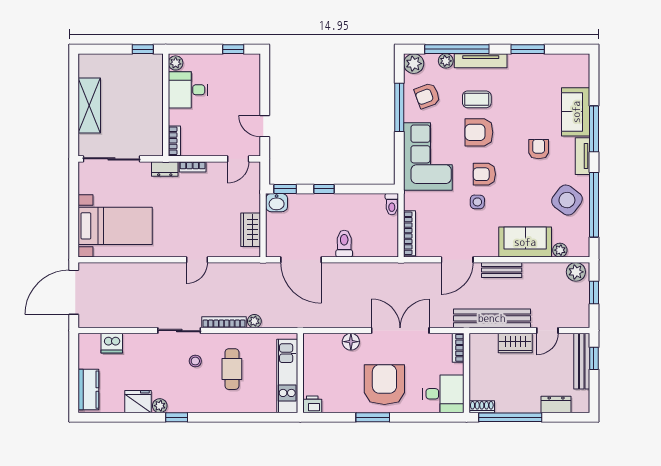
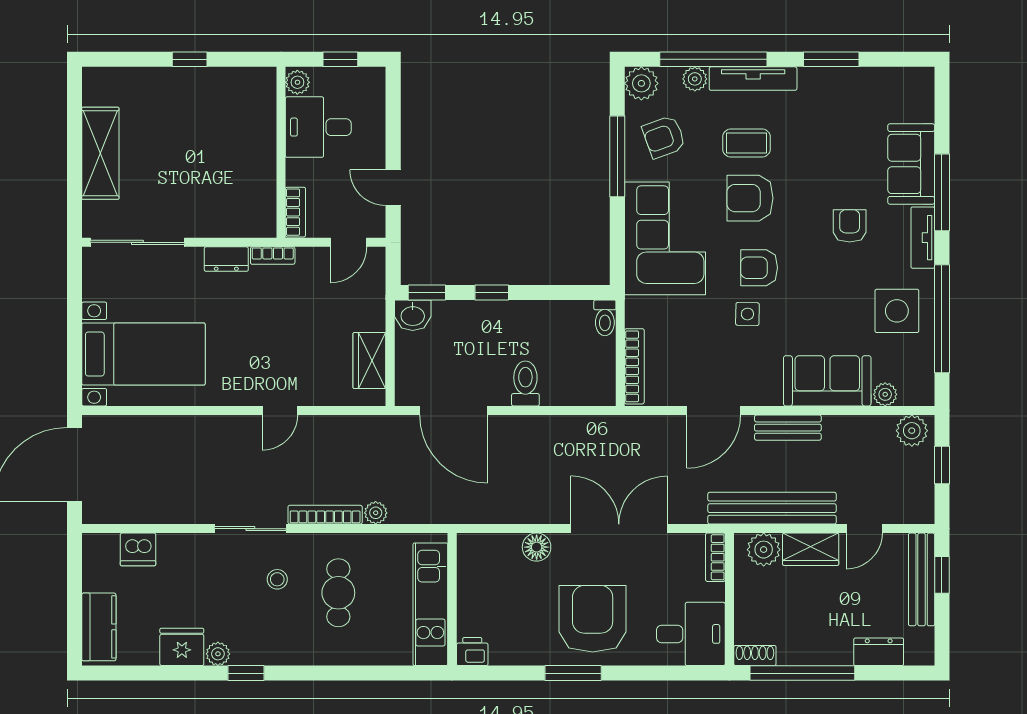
plant: (176, 63) -> (297, 82), moved
desk: (188, 90) -> (318, 127), moved
wall: (166, 105) -> (281, 152), moved
bookcase: (174, 141) -> (295, 212), moved
side table: (567, 200) -> (897, 311), turned -37
plant: (487, 343) -> (764, 550), added

